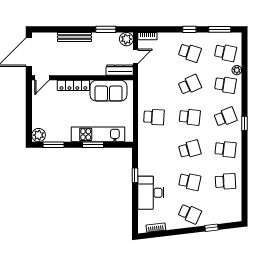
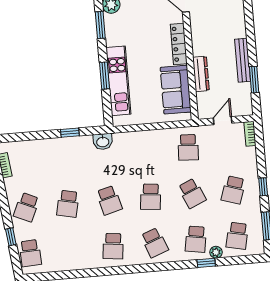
bench: (74, 37) -> (243, 60), moved
plant: (126, 39) -> (244, 107), removed
door: (135, 56) -> (223, 121), swing flipped
dresser: (120, 70) -> (201, 74), moved
school desk: (154, 117) -> (188, 147), moved
window: (244, 123) -> (206, 263), moved
washbasin: (144, 150) -> (103, 142), added
school desk: (225, 181) -> (30, 253), moved
desk: (151, 193) -> (49, 155), removed

